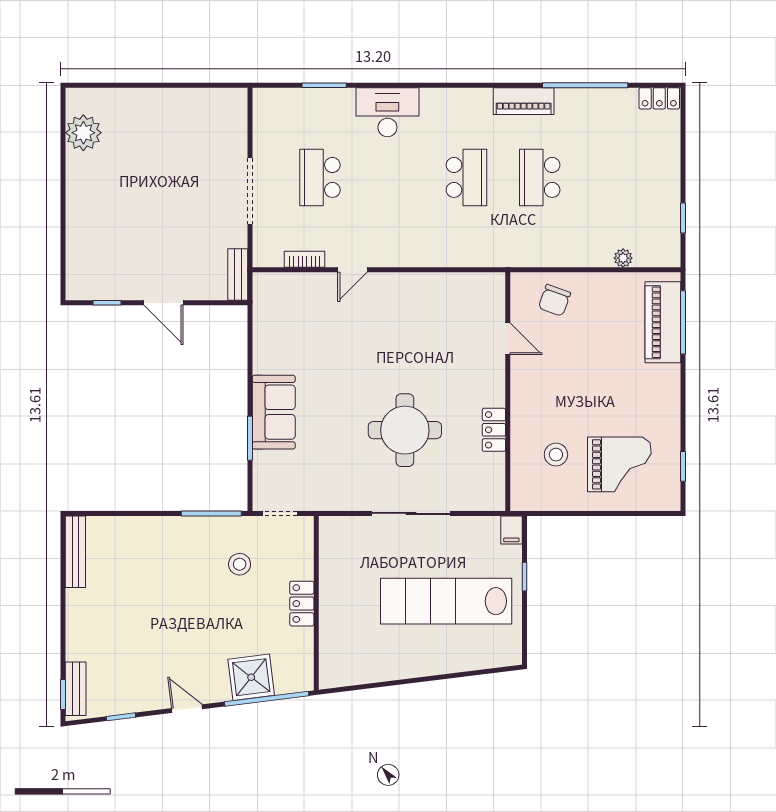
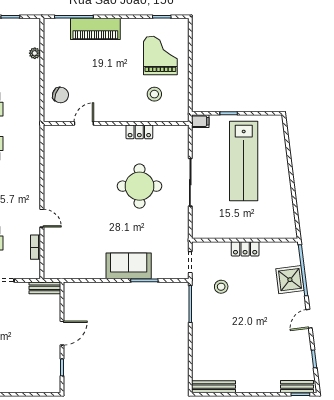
piano: (663, 322) -> (95, 29), moved

